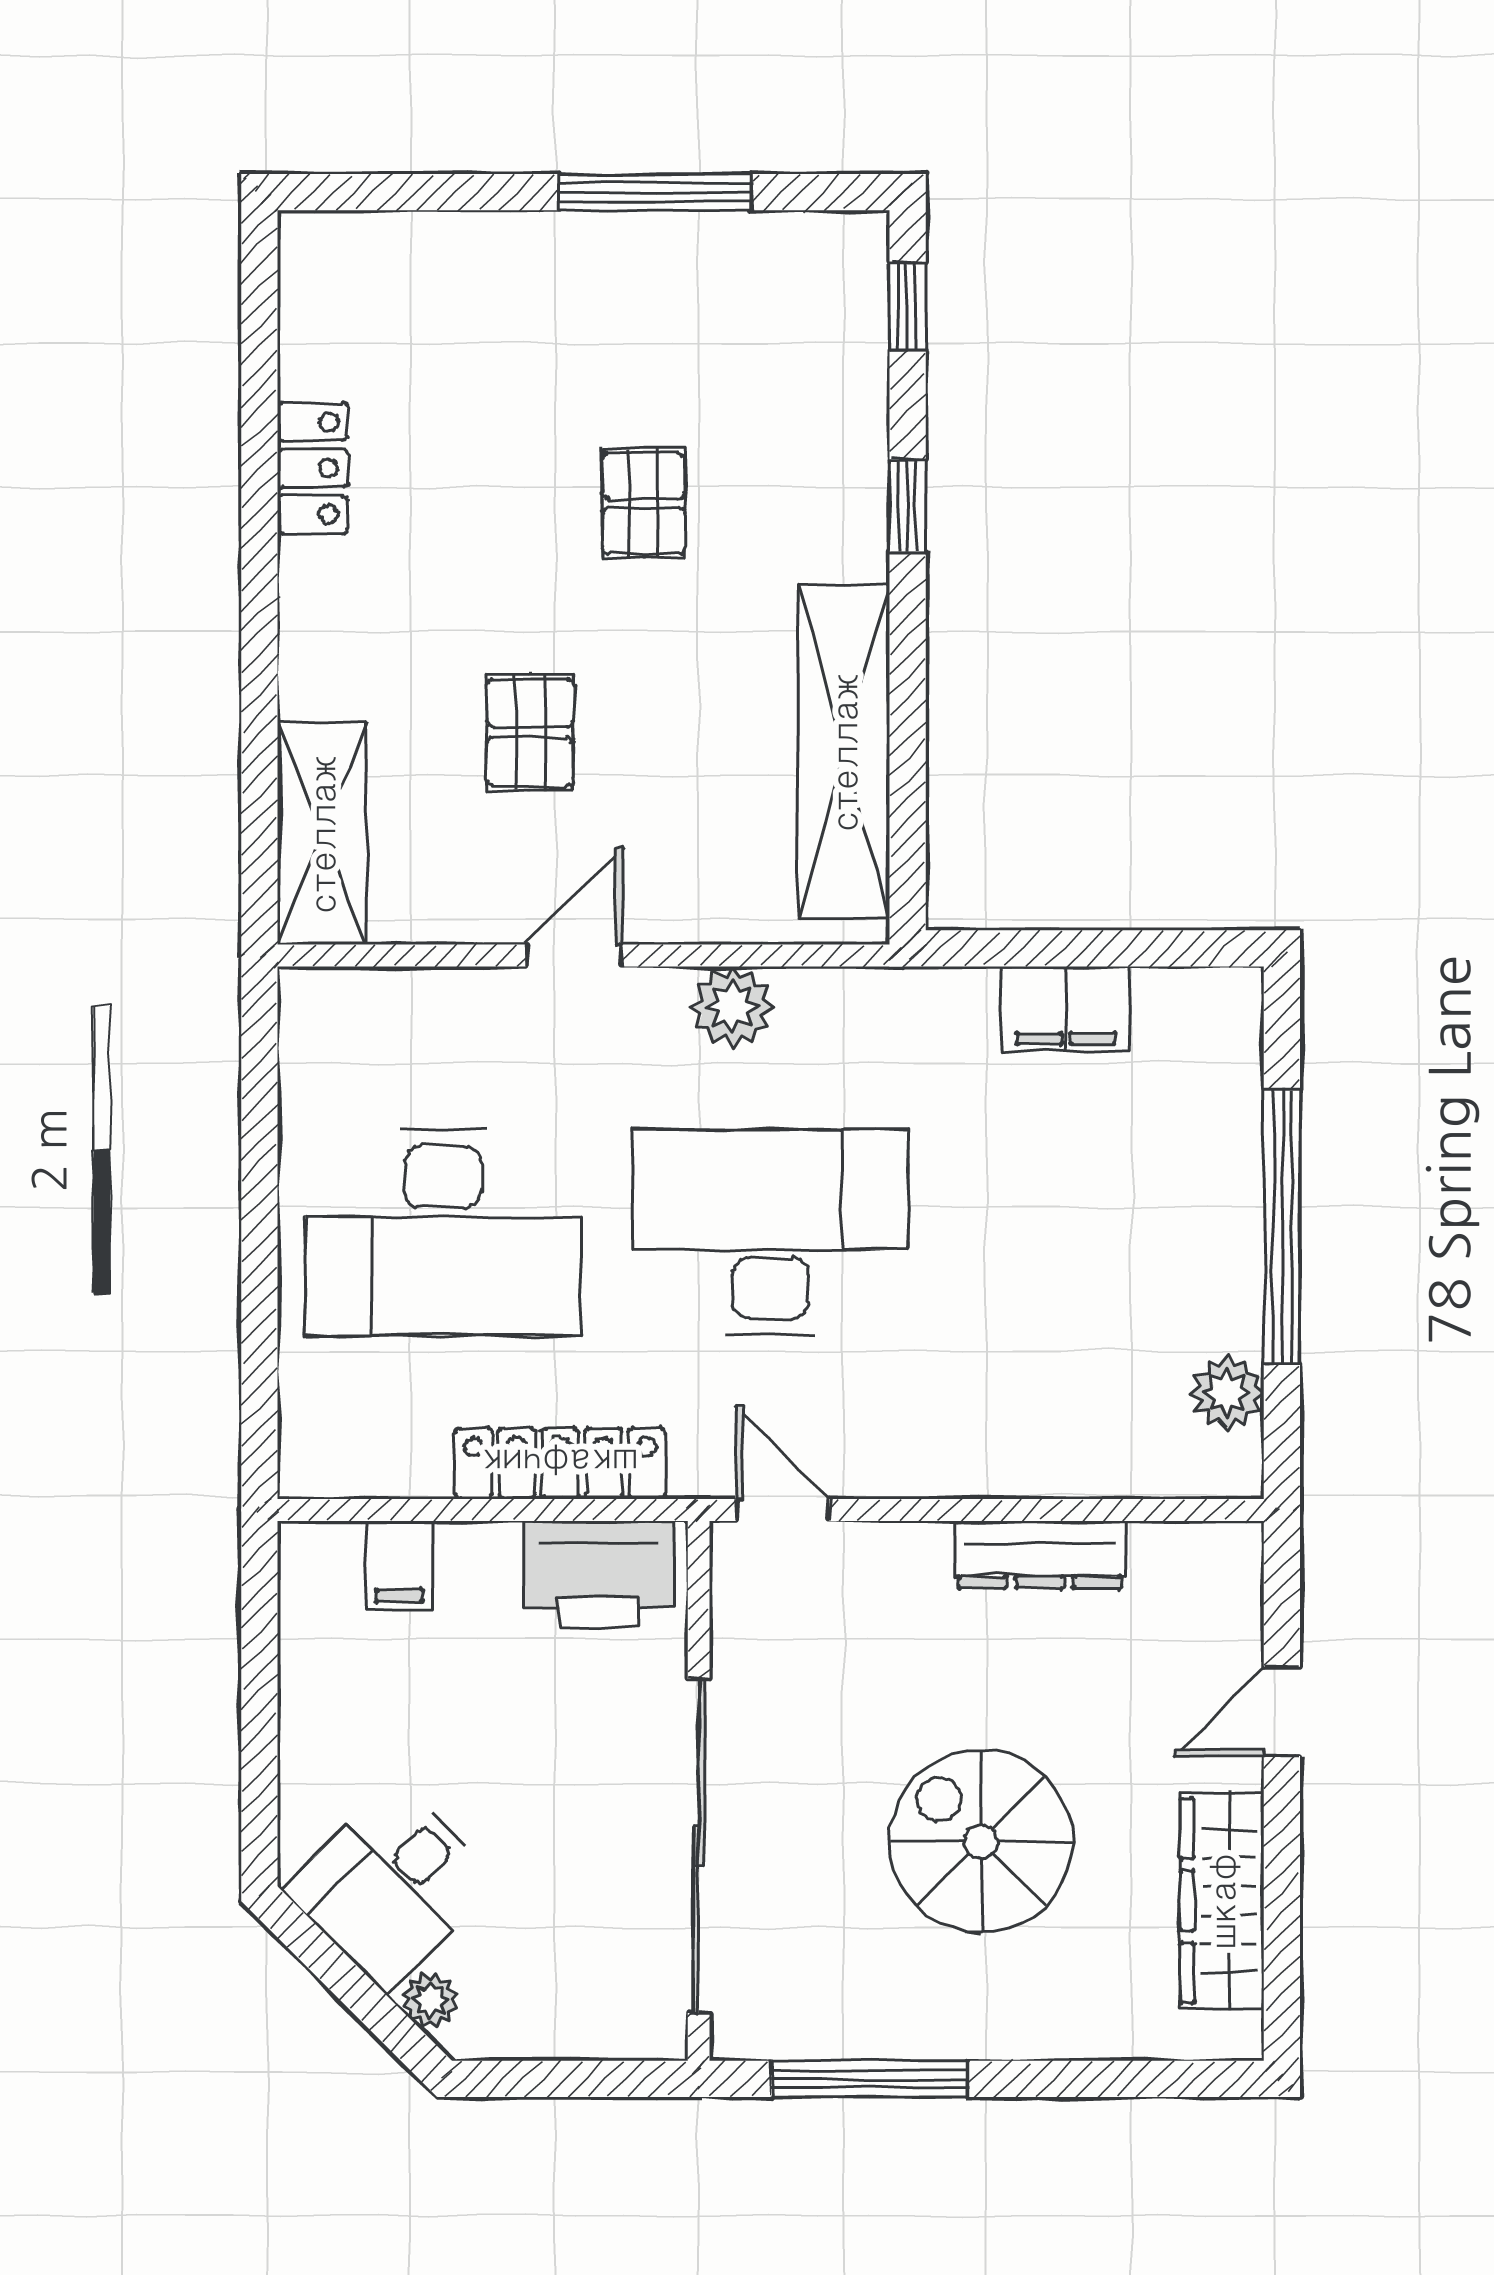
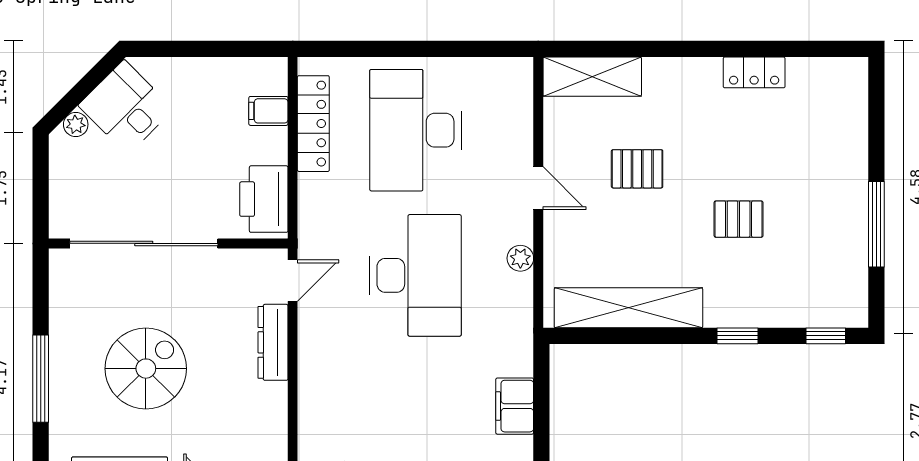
plant: (732, 1007) -> (520, 258), width x0.73, depth x0.73
locker: (560, 1463) -> (313, 124), moved
dresser: (1040, 1554) -> (273, 342), moved
window: (869, 2079) -> (41, 379), moved

